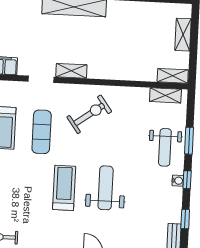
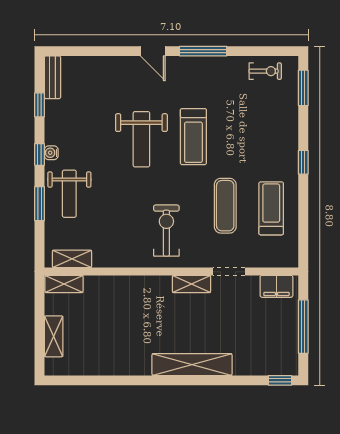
exercise bike: (89, 114) -> (166, 231), turned 126
weight bench: (165, 147) -> (69, 194), turned 180

